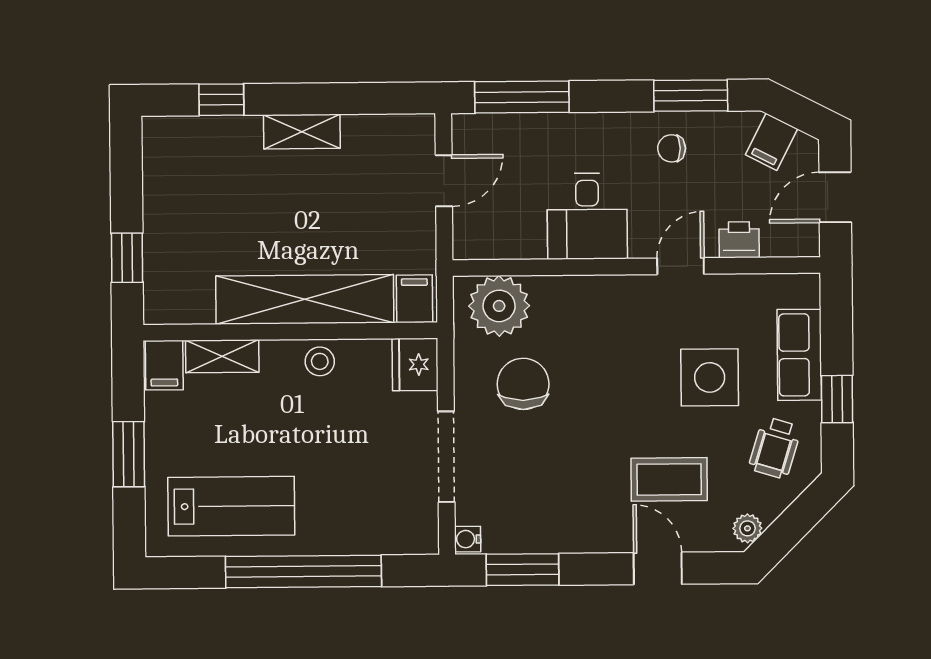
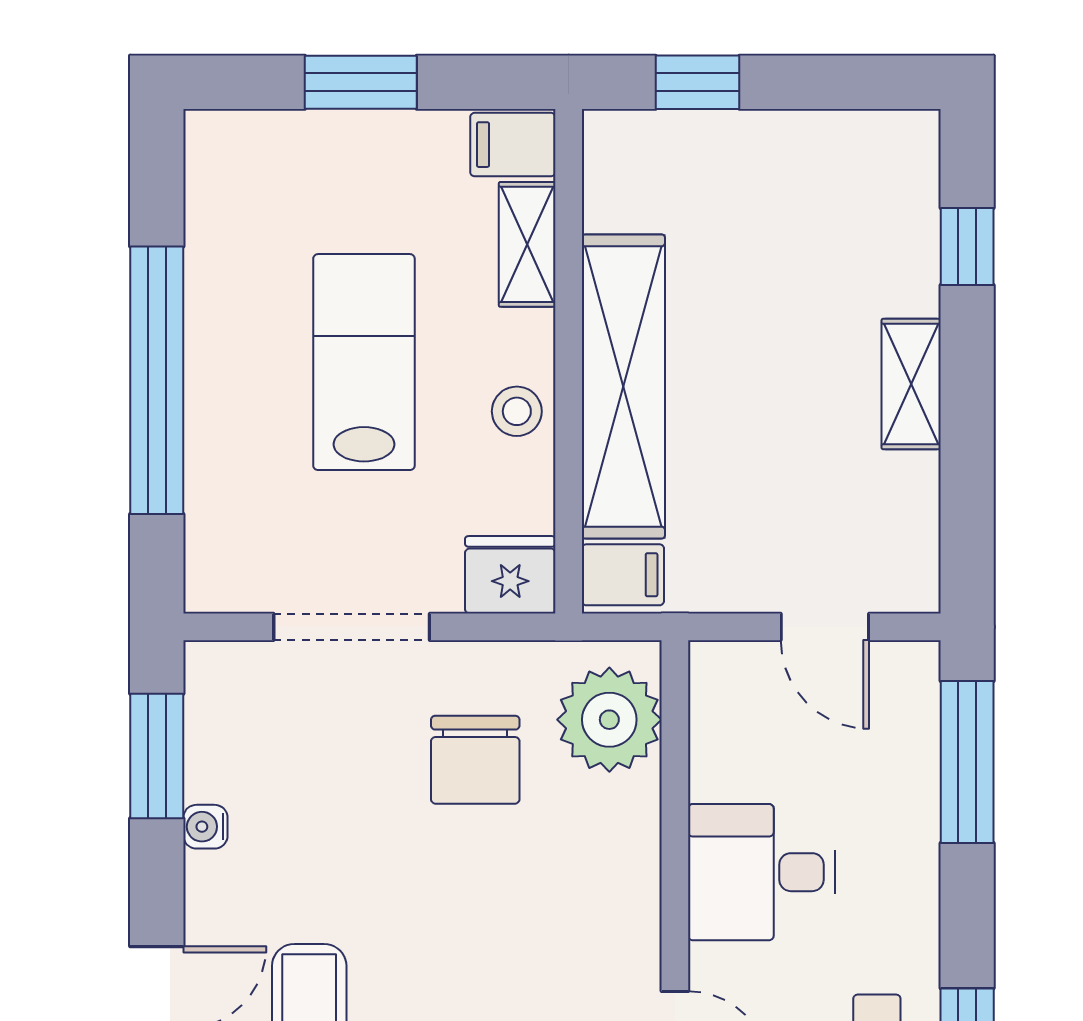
chair: (523, 384) -> (475, 760), turned 90
lab bench: (231, 506) -> (364, 362), moved, turned 180
water cooler: (468, 539) -> (205, 827), moved, turned -90

